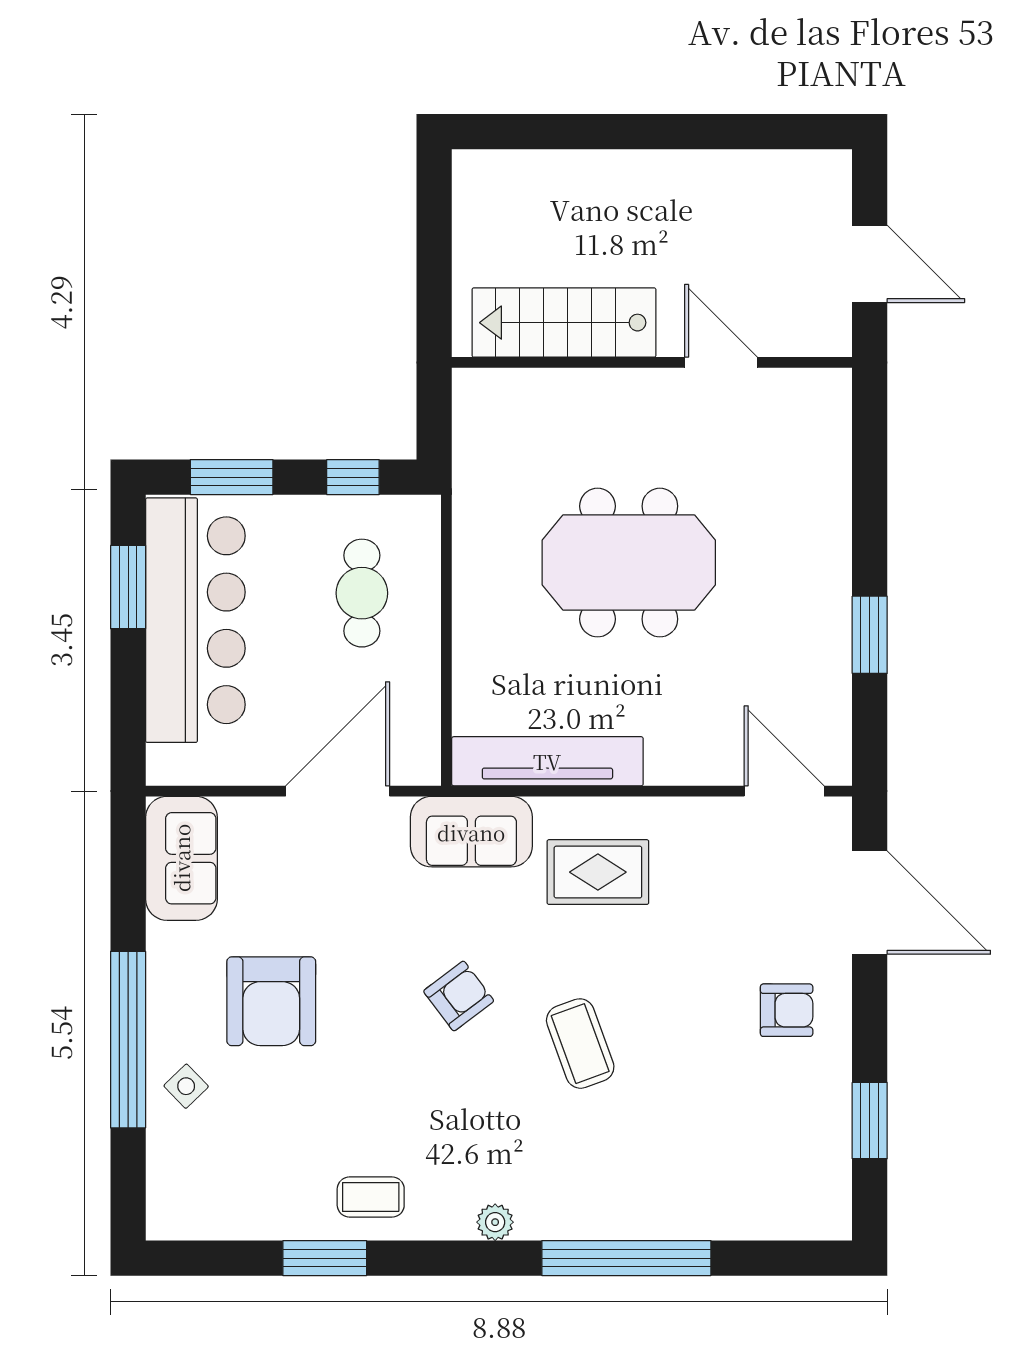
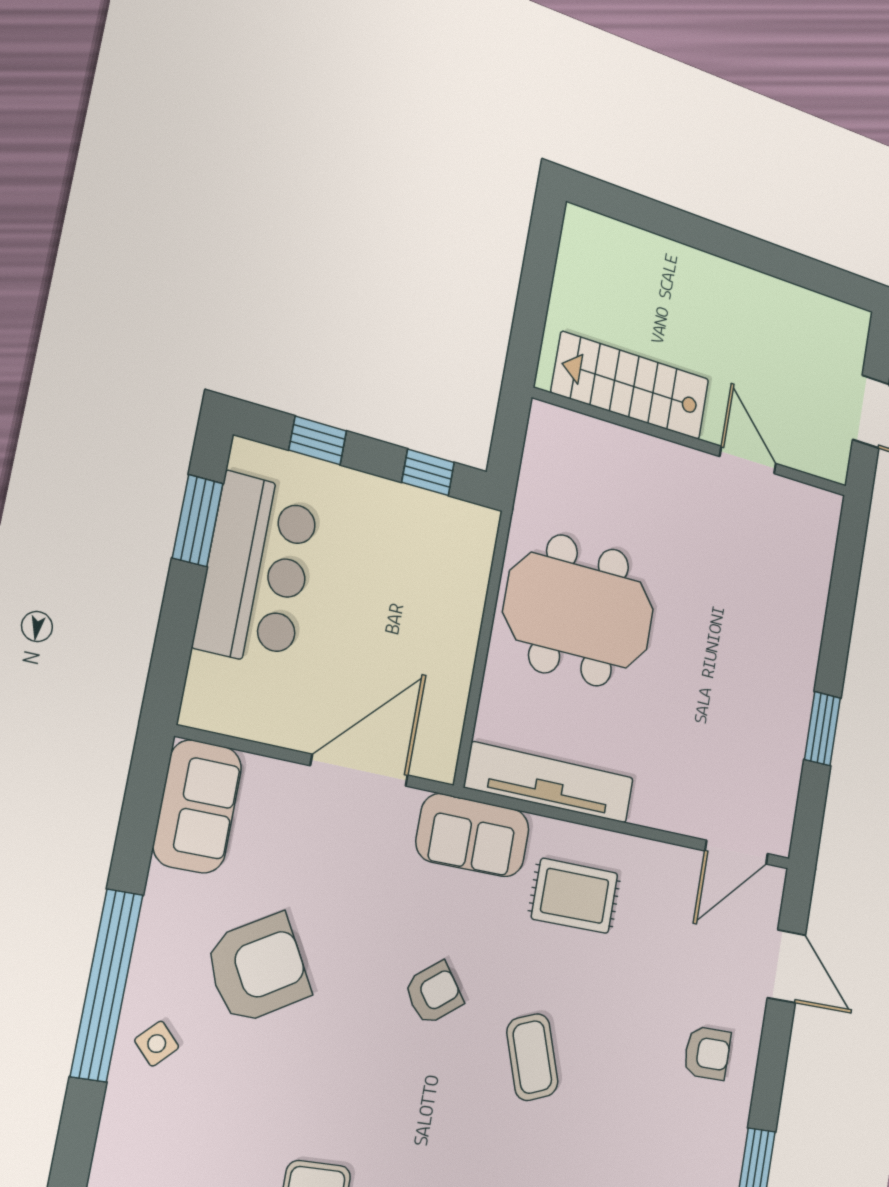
window: (232, 477) -> (318, 440), width x0.67
meeting table: (629, 563) -> (579, 611), moved
cafe table: (362, 593) -> (416, 584), removed
bar counter: (195, 620) -> (257, 571), width x0.73
door: (784, 791) -> (737, 852), swing flipped
door: (870, 903) -> (786, 966), width x0.73
armchair: (271, 1001) -> (258, 969), turned -120

